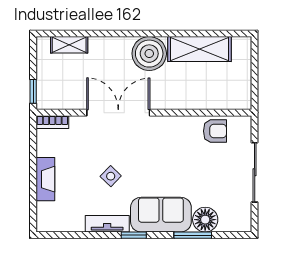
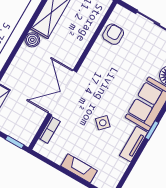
boiler: (149, 54) -> (32, 40), width x0.54, depth x0.54
bookcase: (52, 122) -> (49, 130), moved

